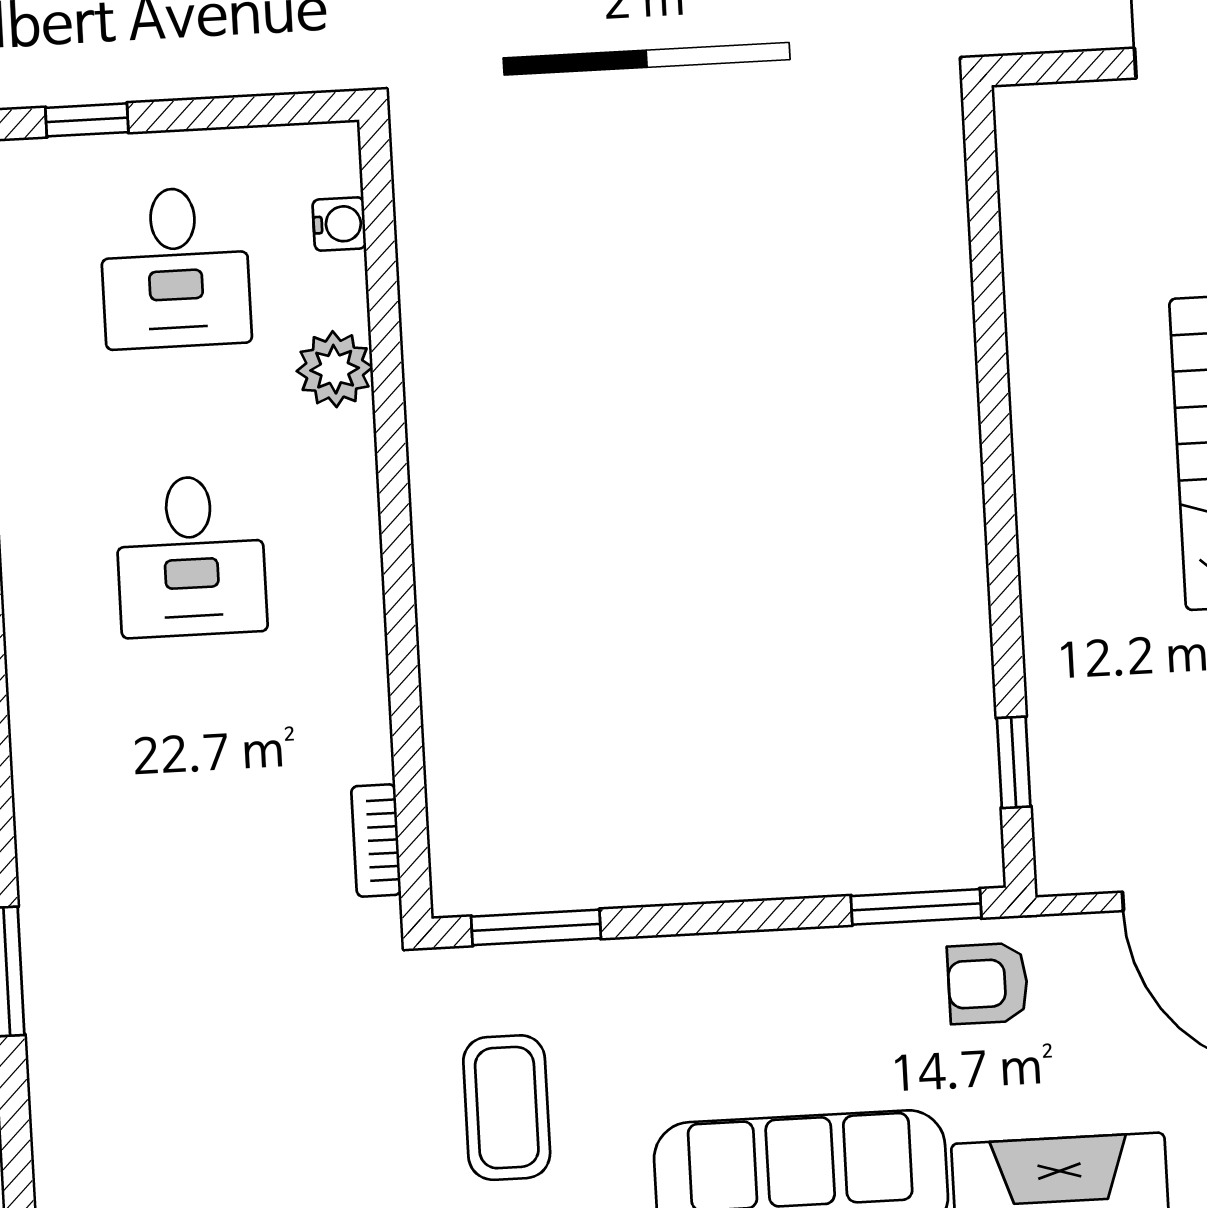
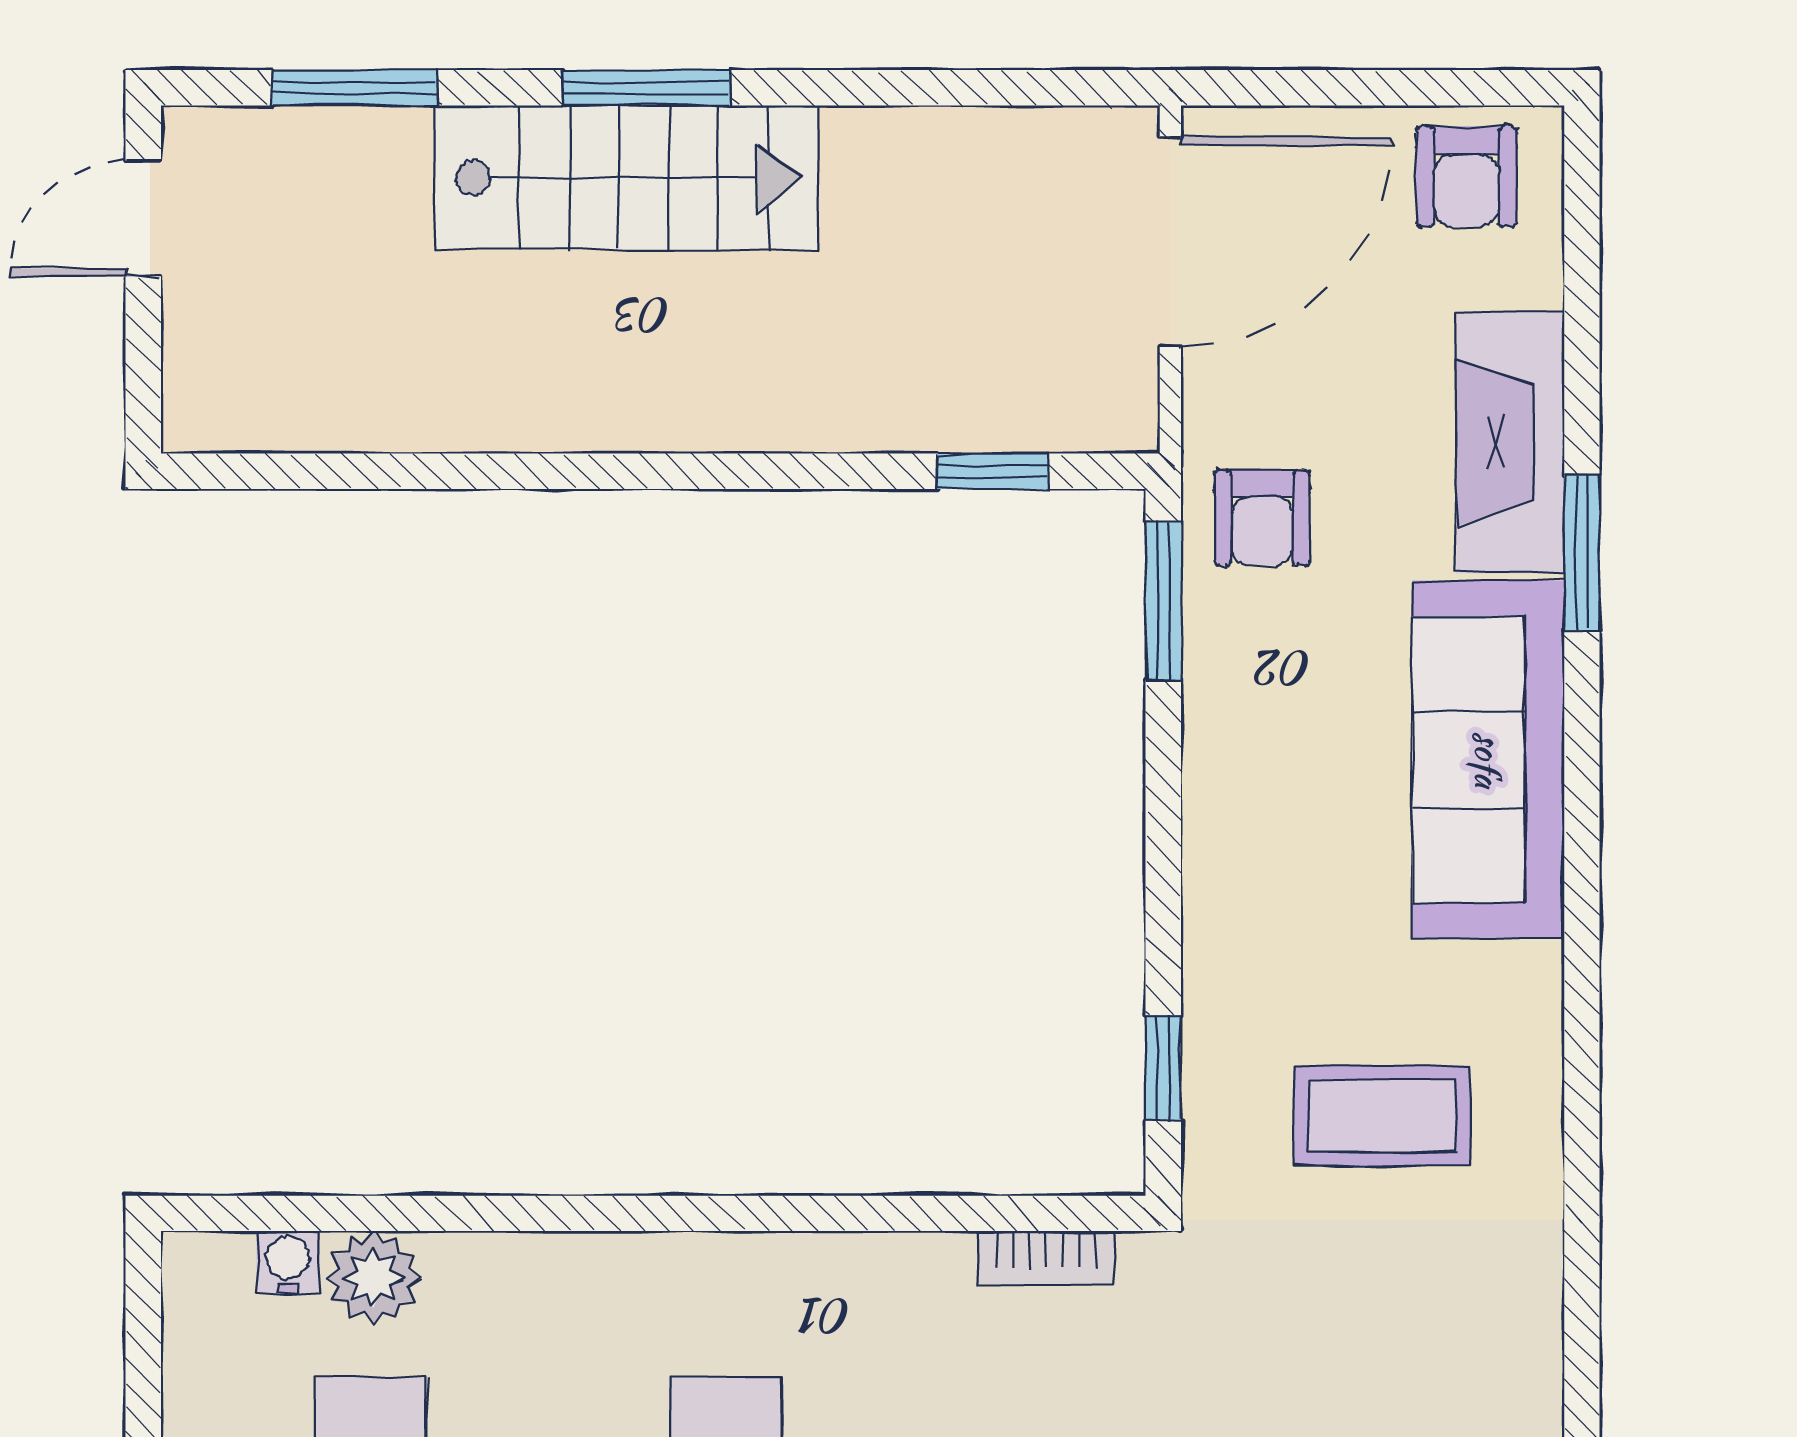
plant: (335, 369) -> (373, 1278), moved
window: (536, 927) -> (1163, 1068), width x0.67

